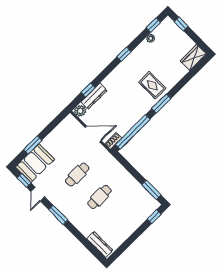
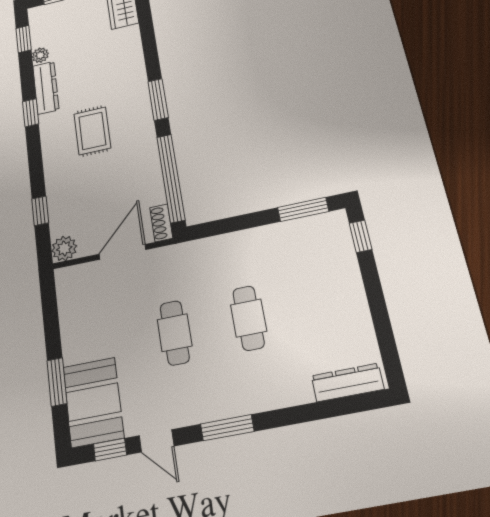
rug: (152, 85) -> (92, 131), moved, turned 90
dresser: (94, 96) -> (46, 88), moved

